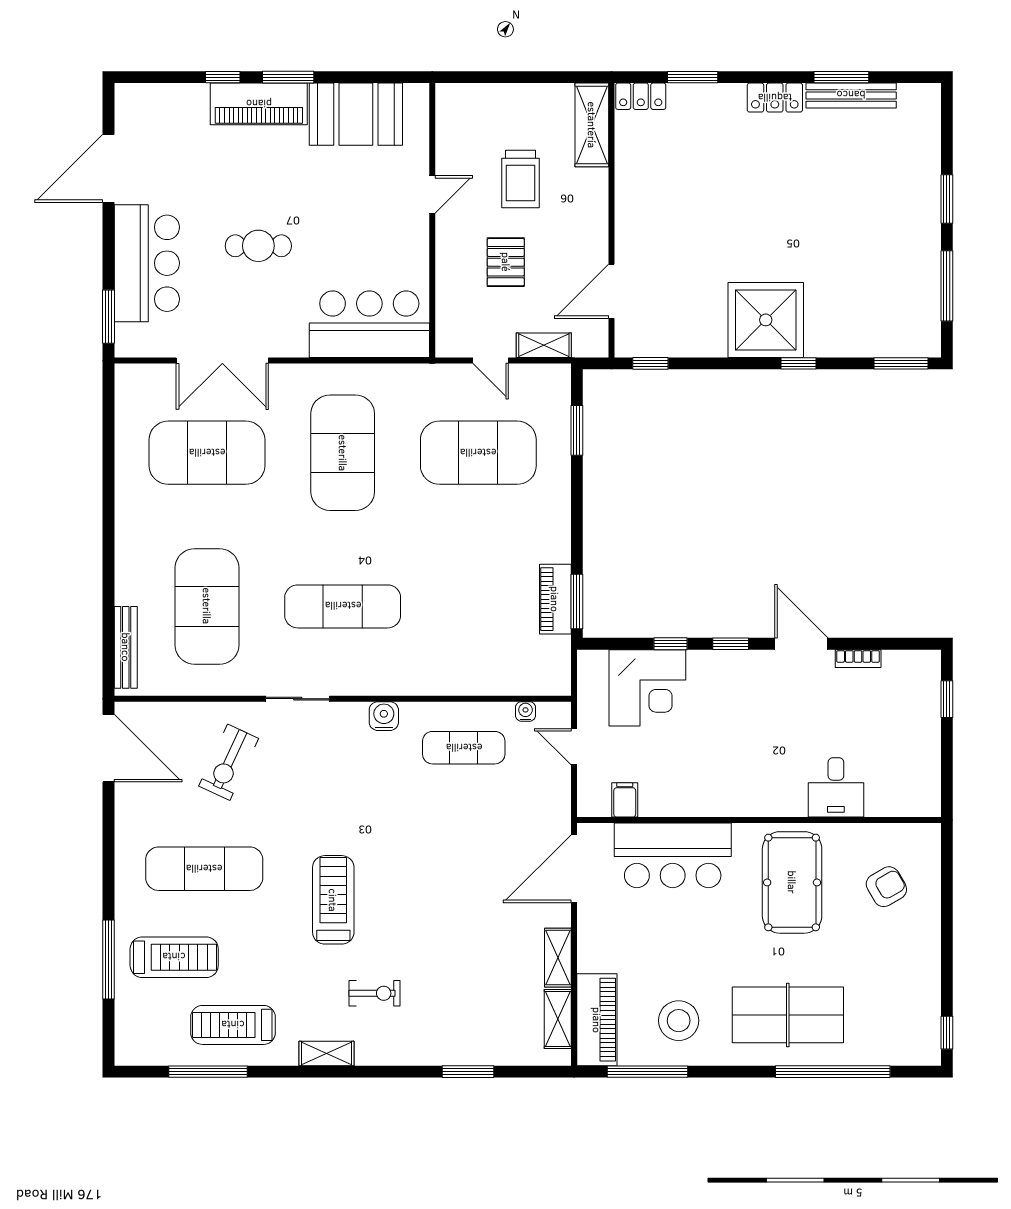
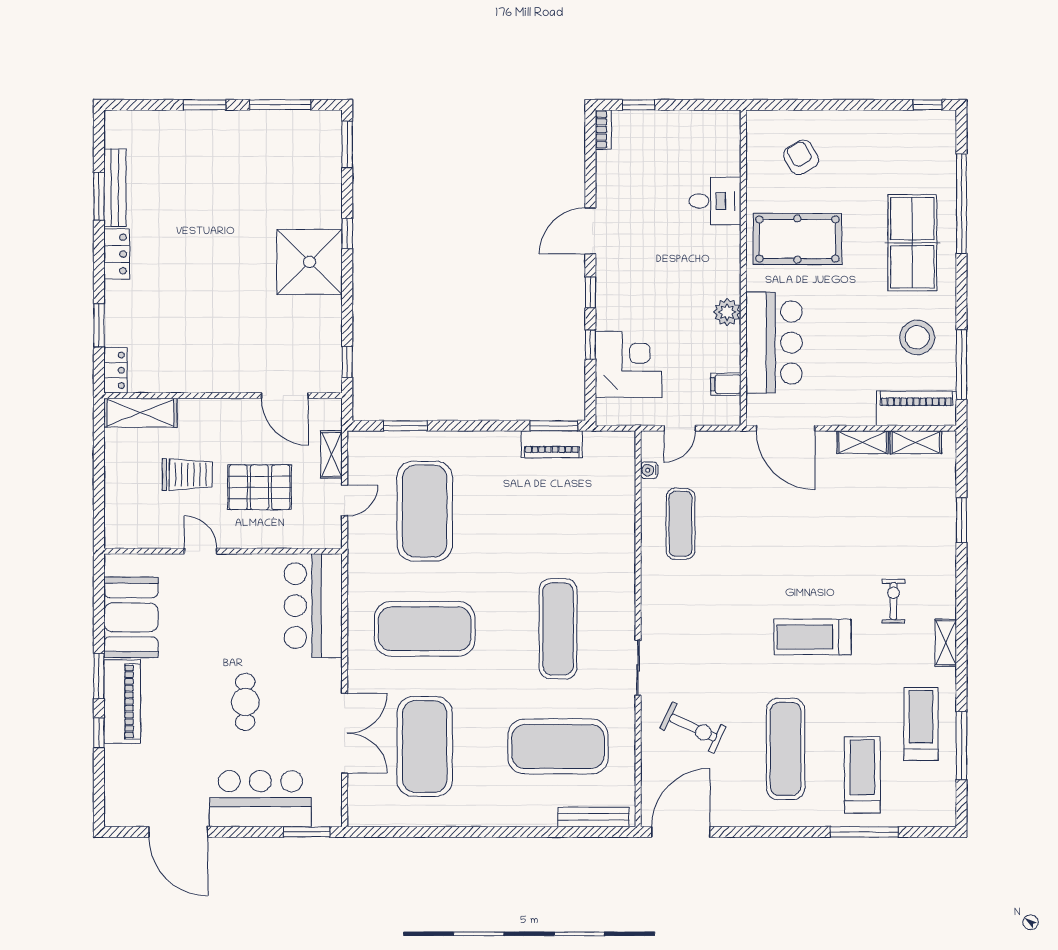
pallet: (506, 262) -> (259, 487), width x1.50, depth x1.42
bookcase: (858, 659) -> (603, 130), moved
water cooler: (384, 716) -> (653, 593), removed
plant: (708, 801) -> (727, 312), added
treadmill: (233, 1025) -> (921, 724), turned 180

